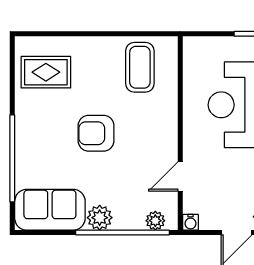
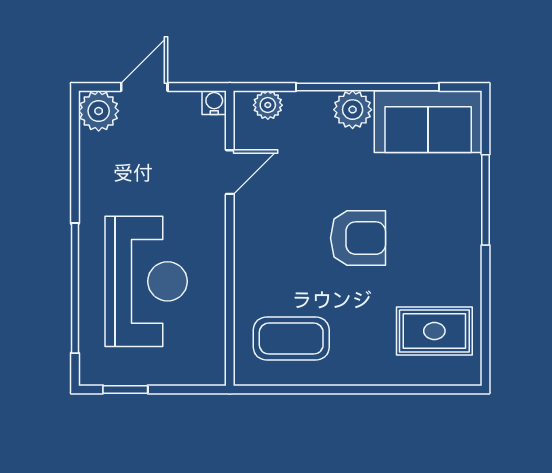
coffee table: (140, 67) -> (291, 339), turned 90
window: (12, 158) -> (486, 200), width x0.68
window: (122, 232) -> (367, 87), moved

